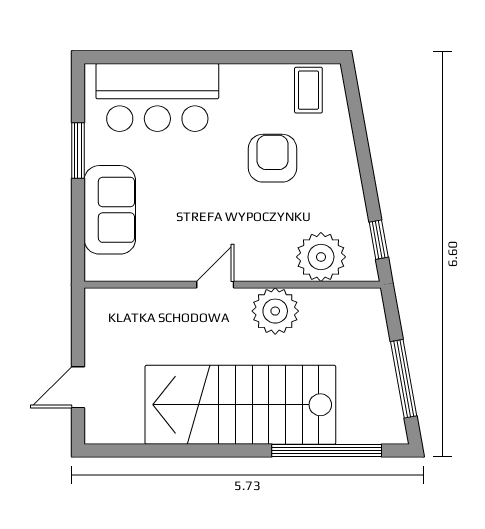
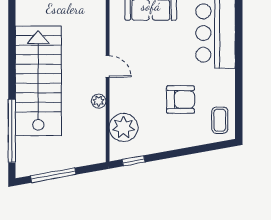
coffee table: (308, 90) -> (220, 120), turned 90
plant: (275, 311) -> (99, 101), width x0.53, depth x0.53

